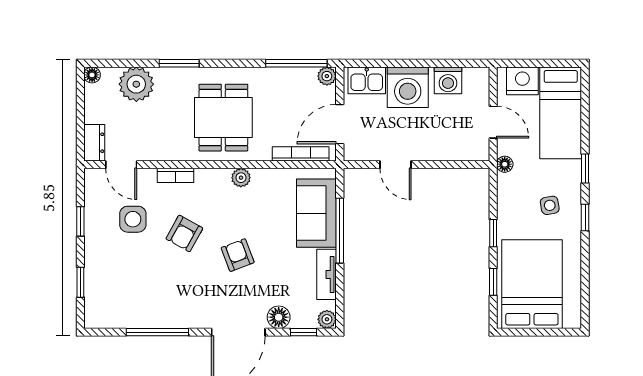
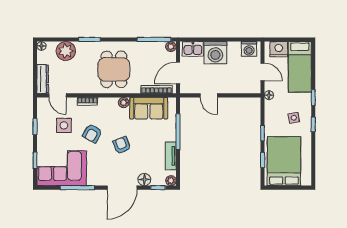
washing machine: (448, 80) -> (249, 49), moved
dresser: (94, 143) -> (43, 79), width x1.44
sofa: (316, 213) -> (149, 108), moved, turned -90
corner sofa: (129, 297) -> (62, 168), added

